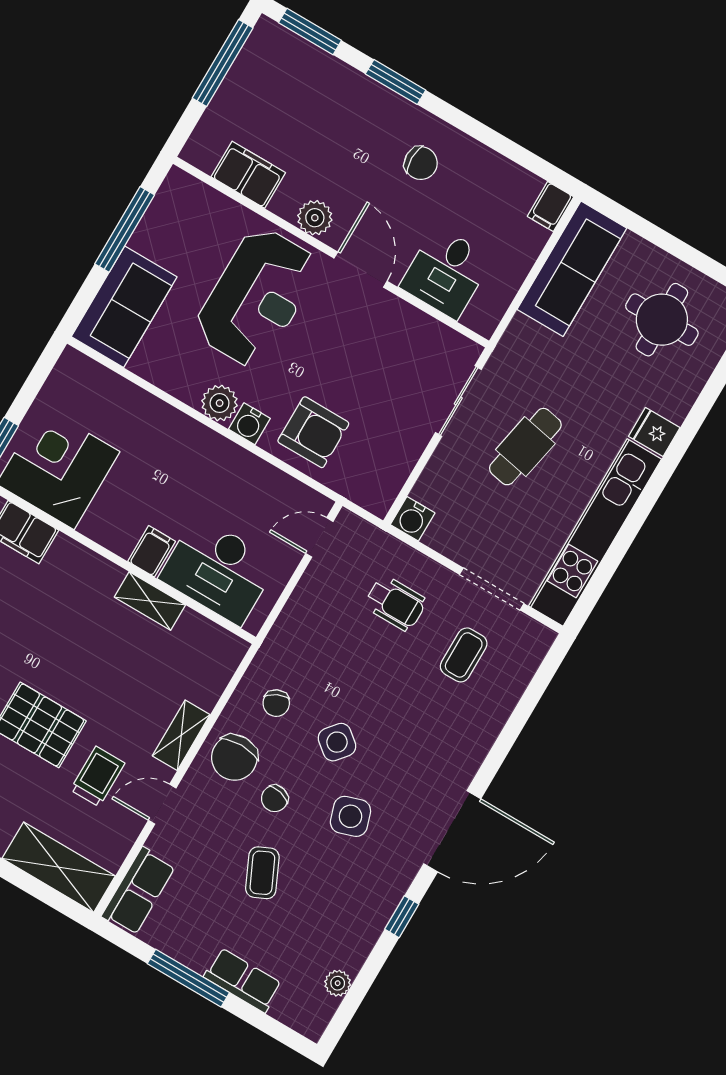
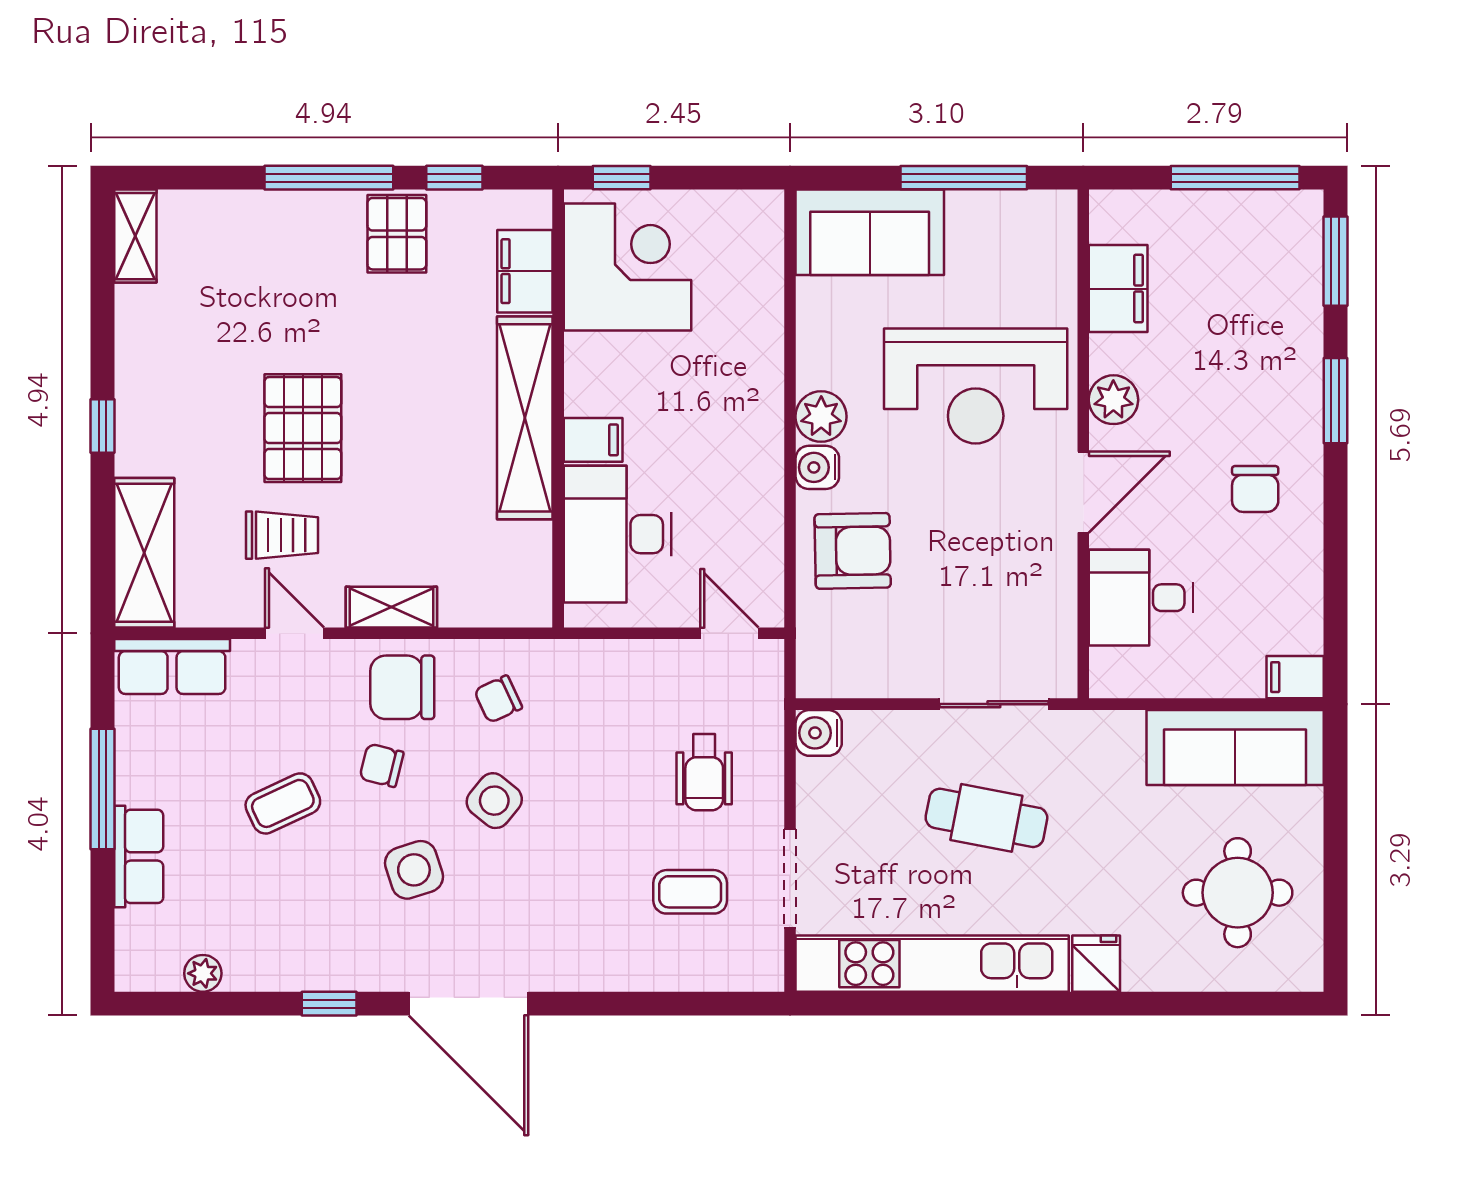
armchair: (313, 432) -> (853, 551), turned -91
shelving: (150, 601) -> (525, 418), width x2.20, depth x1.33

